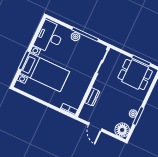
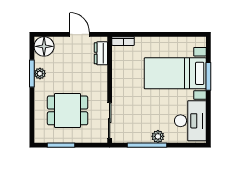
dining table: (135, 74) -> (68, 110), moved
dresser: (92, 97) -> (101, 53), moved

